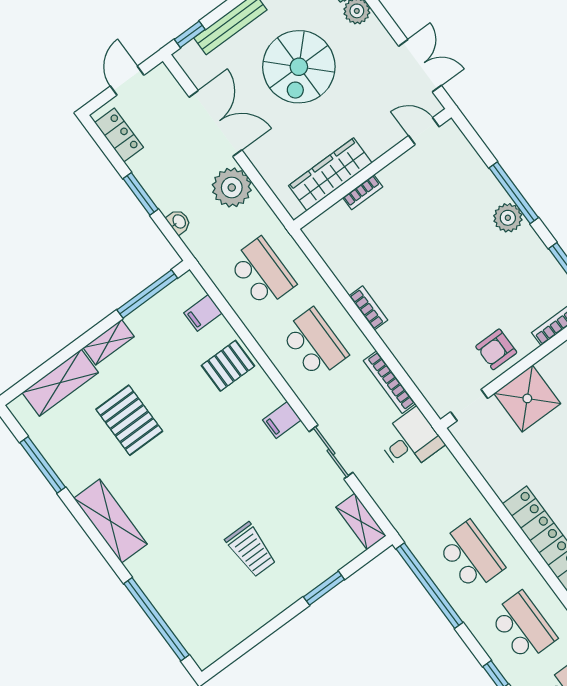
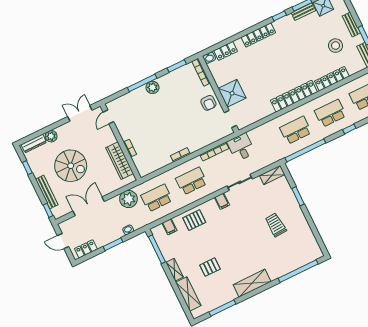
plant: (232, 187) -> (128, 199), moved
pallet: (228, 366) -> (194, 220), turned 90
pallet: (129, 420) -> (210, 267), width x0.67, depth x0.71
trolley: (251, 550) -> (276, 225), turned -94

